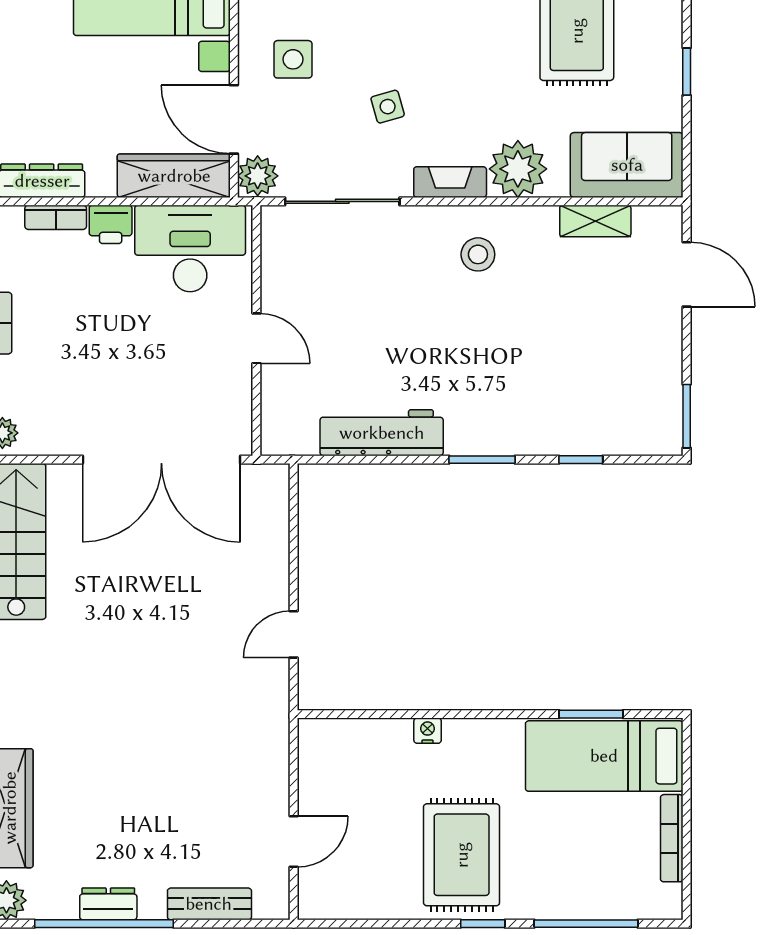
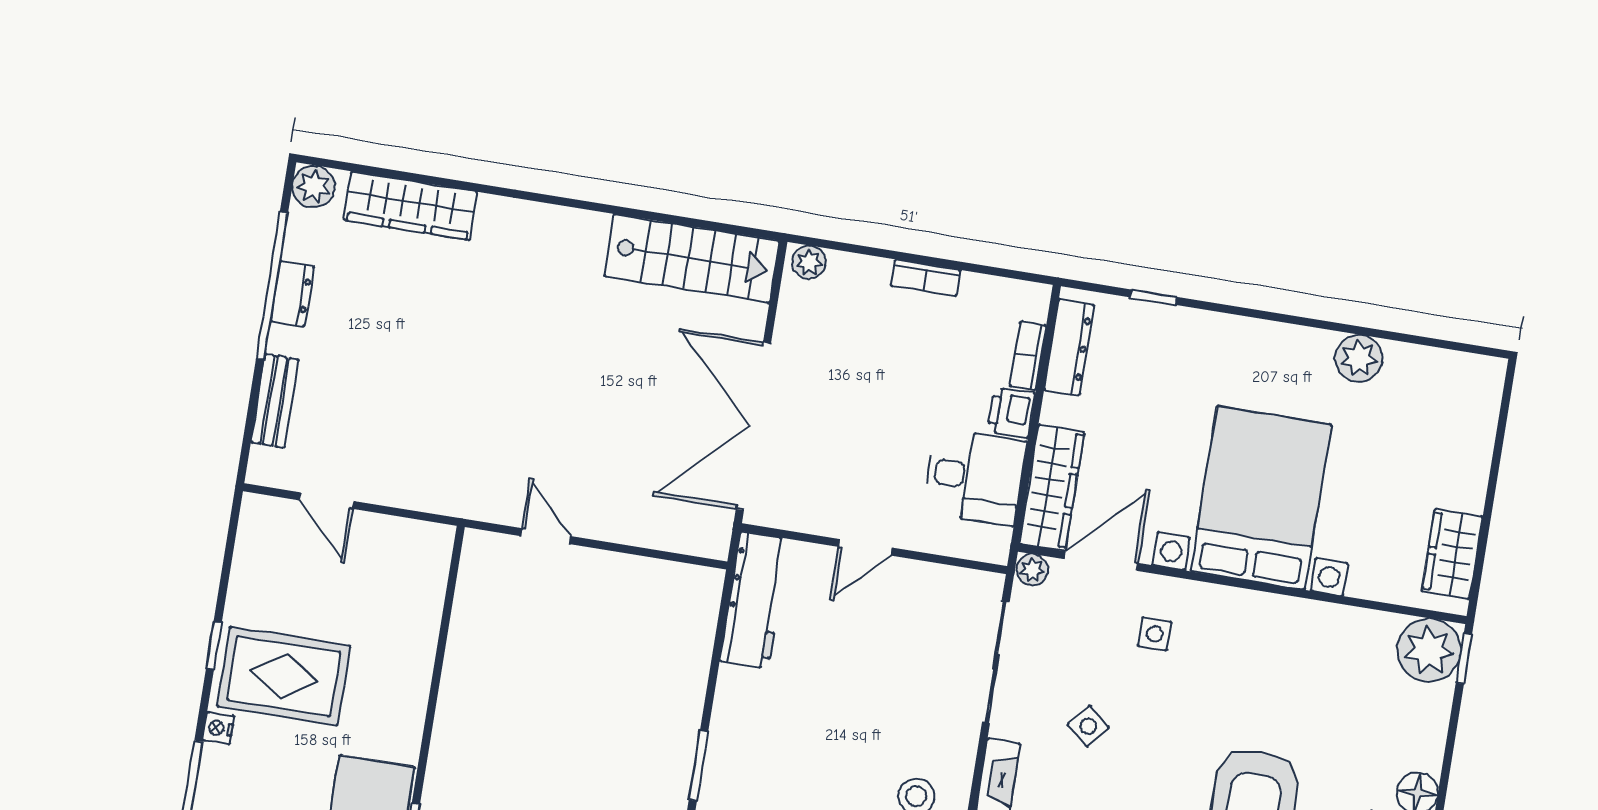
side table: (293, 59) -> (1155, 634), width x0.73, depth x0.73
side table: (388, 107) -> (1088, 726), turned -34
plant: (258, 176) -> (1032, 570), width x0.73, depth x0.73
desk: (190, 248) -> (975, 477), width x0.73
workbench: (382, 433) -> (754, 600), moved
nightstand: (428, 731) -> (218, 728), moved, turned 180
window: (483, 924) -> (214, 646), moved

